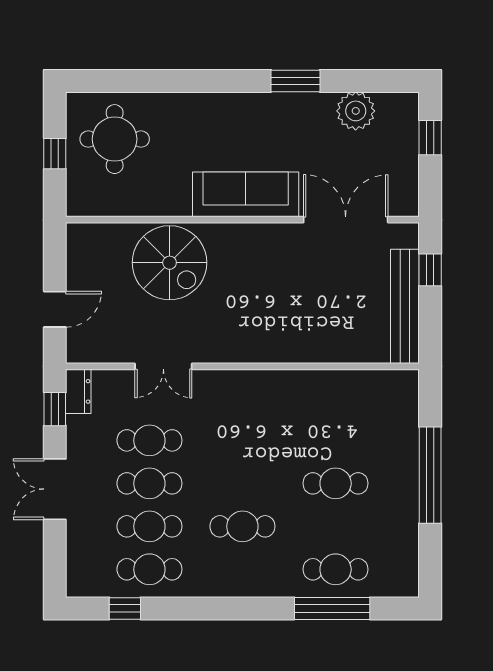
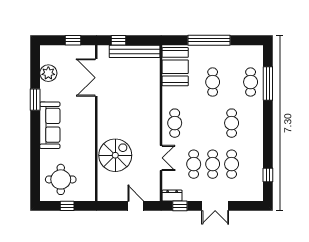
window: (430, 138) -> (73, 40), moved
sofa: (246, 194) -> (50, 125), moved, turned 180
booth: (370, 398) -> (175, 67), added
cafe table: (149, 569) -> (175, 123), moved

